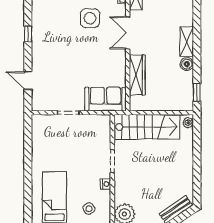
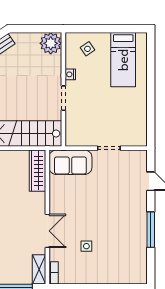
side table: (90, 18) -> (86, 246), width x0.54, depth x0.54
window: (28, 34) -> (151, 230), width x2.17
wardrobe: (137, 75) -> (38, 171), moved

